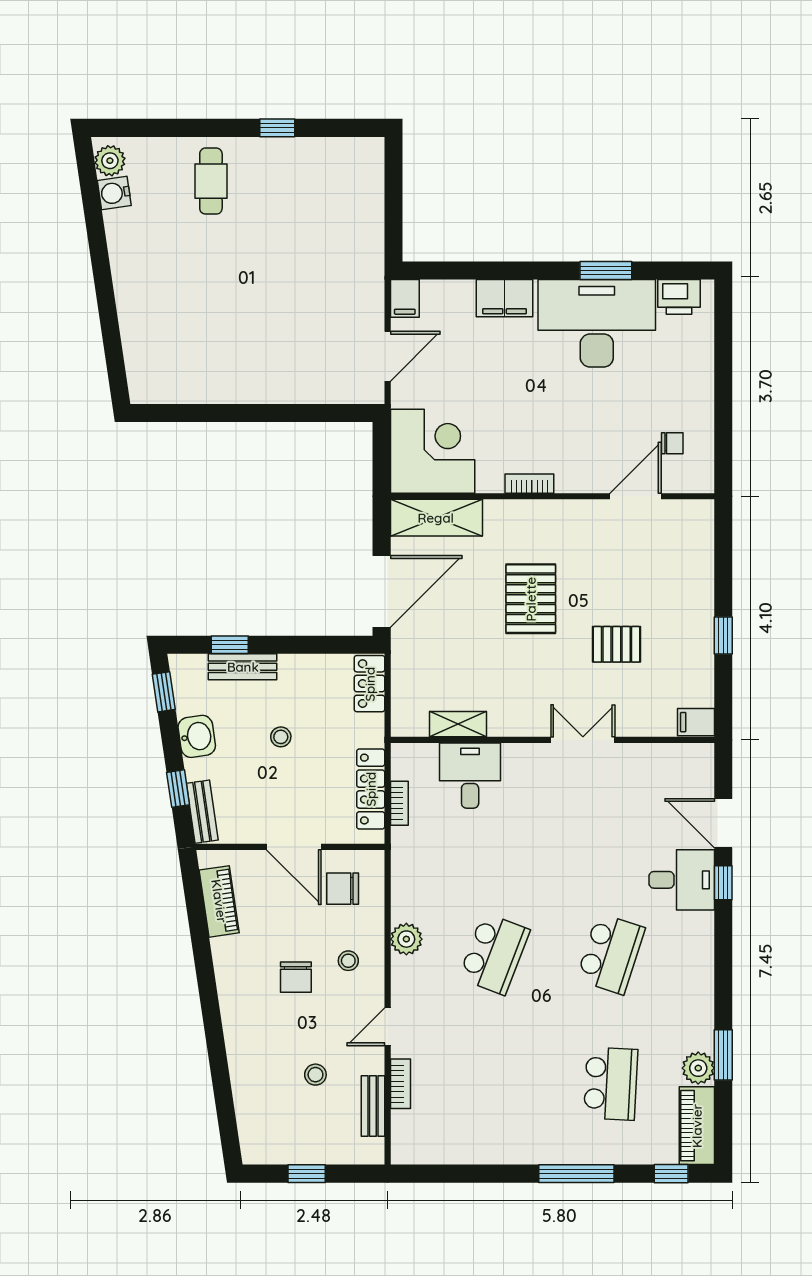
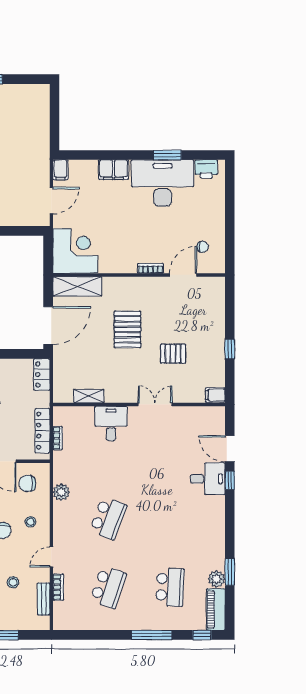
bookcase: (529, 484) -> (150, 268), moved
desk: (470, 776) -> (111, 423), moved
plant: (406, 939) -> (61, 492), moved
school desk: (611, 954) -> (108, 587), moved

